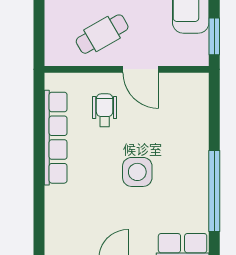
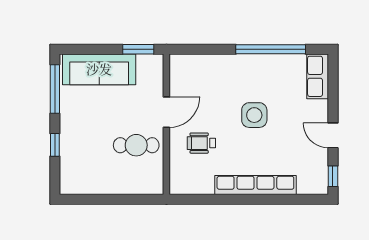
cafe table: (102, 34) -> (136, 145), turned -60
row of seats: (56, 138) -> (255, 185), moved

